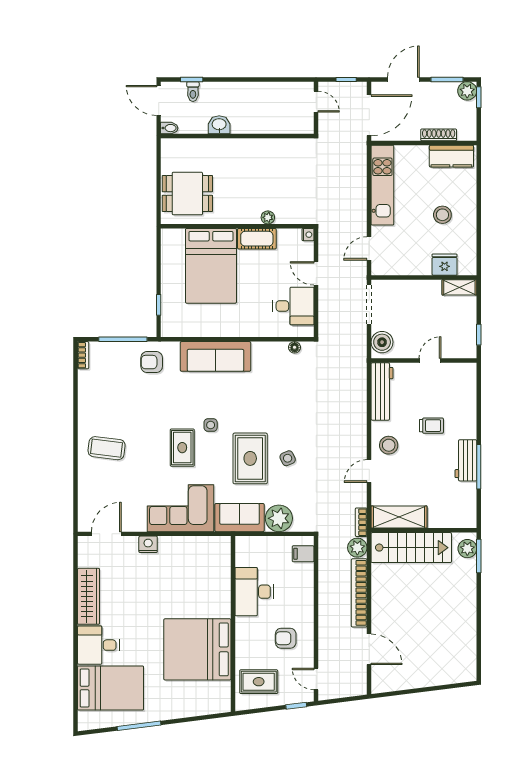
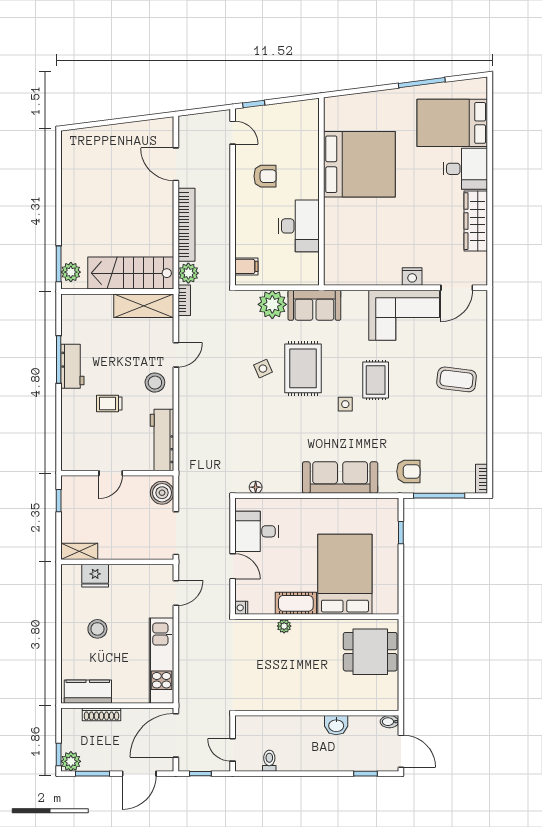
toilet: (193, 92) -> (269, 761), moved
corner sofa: (181, 508) -> (404, 315), moved
rug: (259, 682) -> (294, 130), removed

